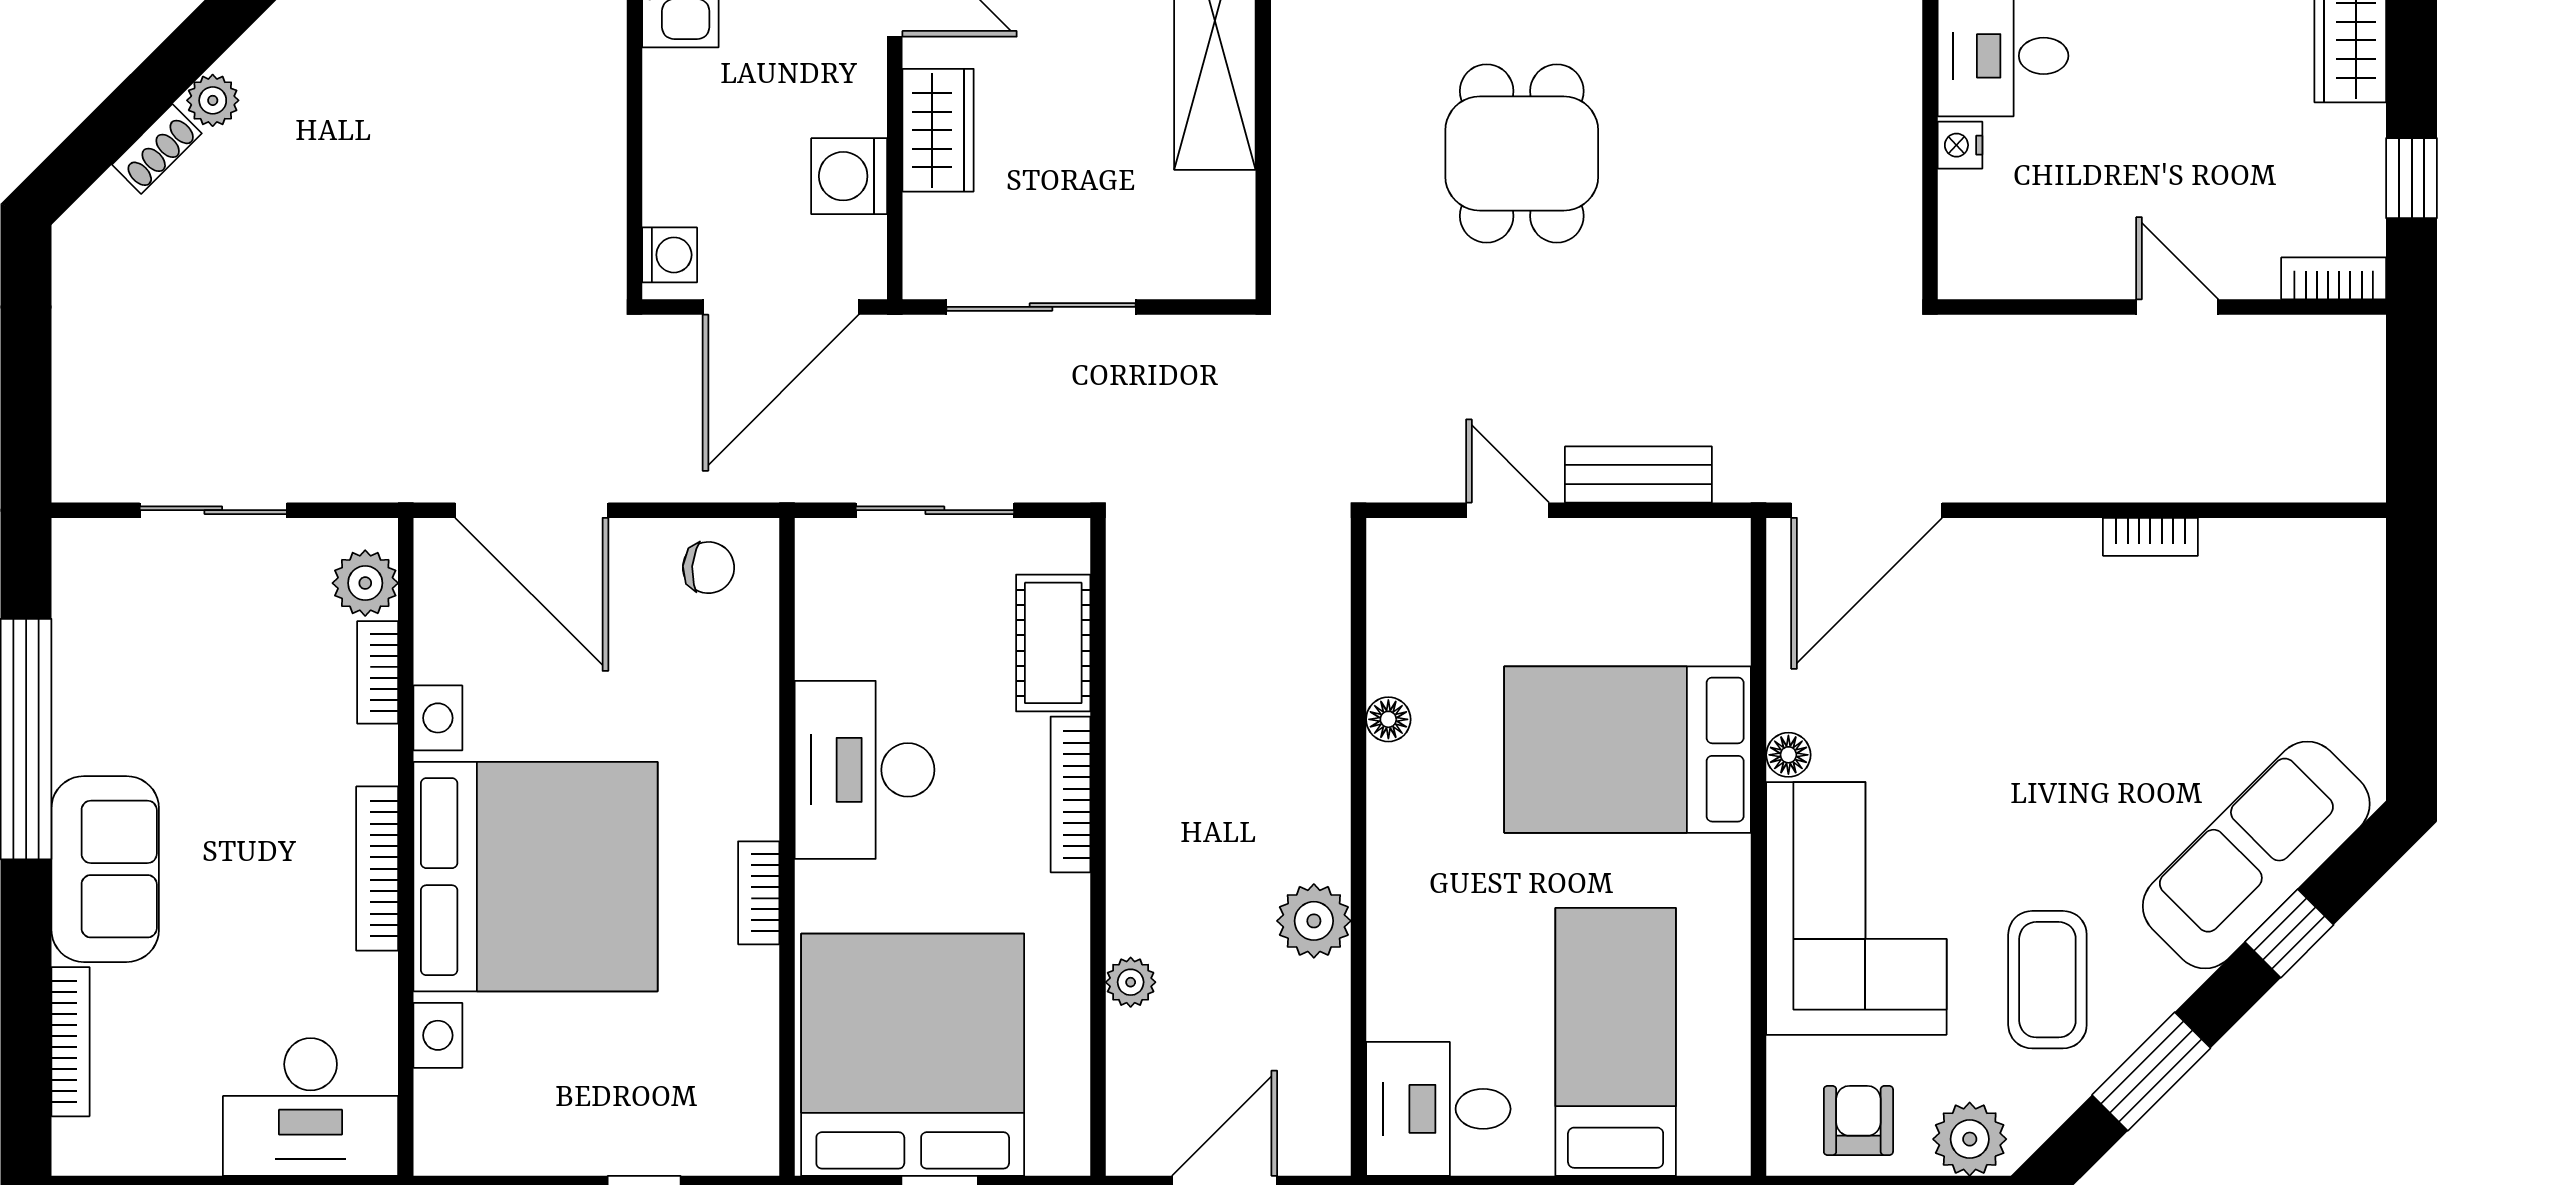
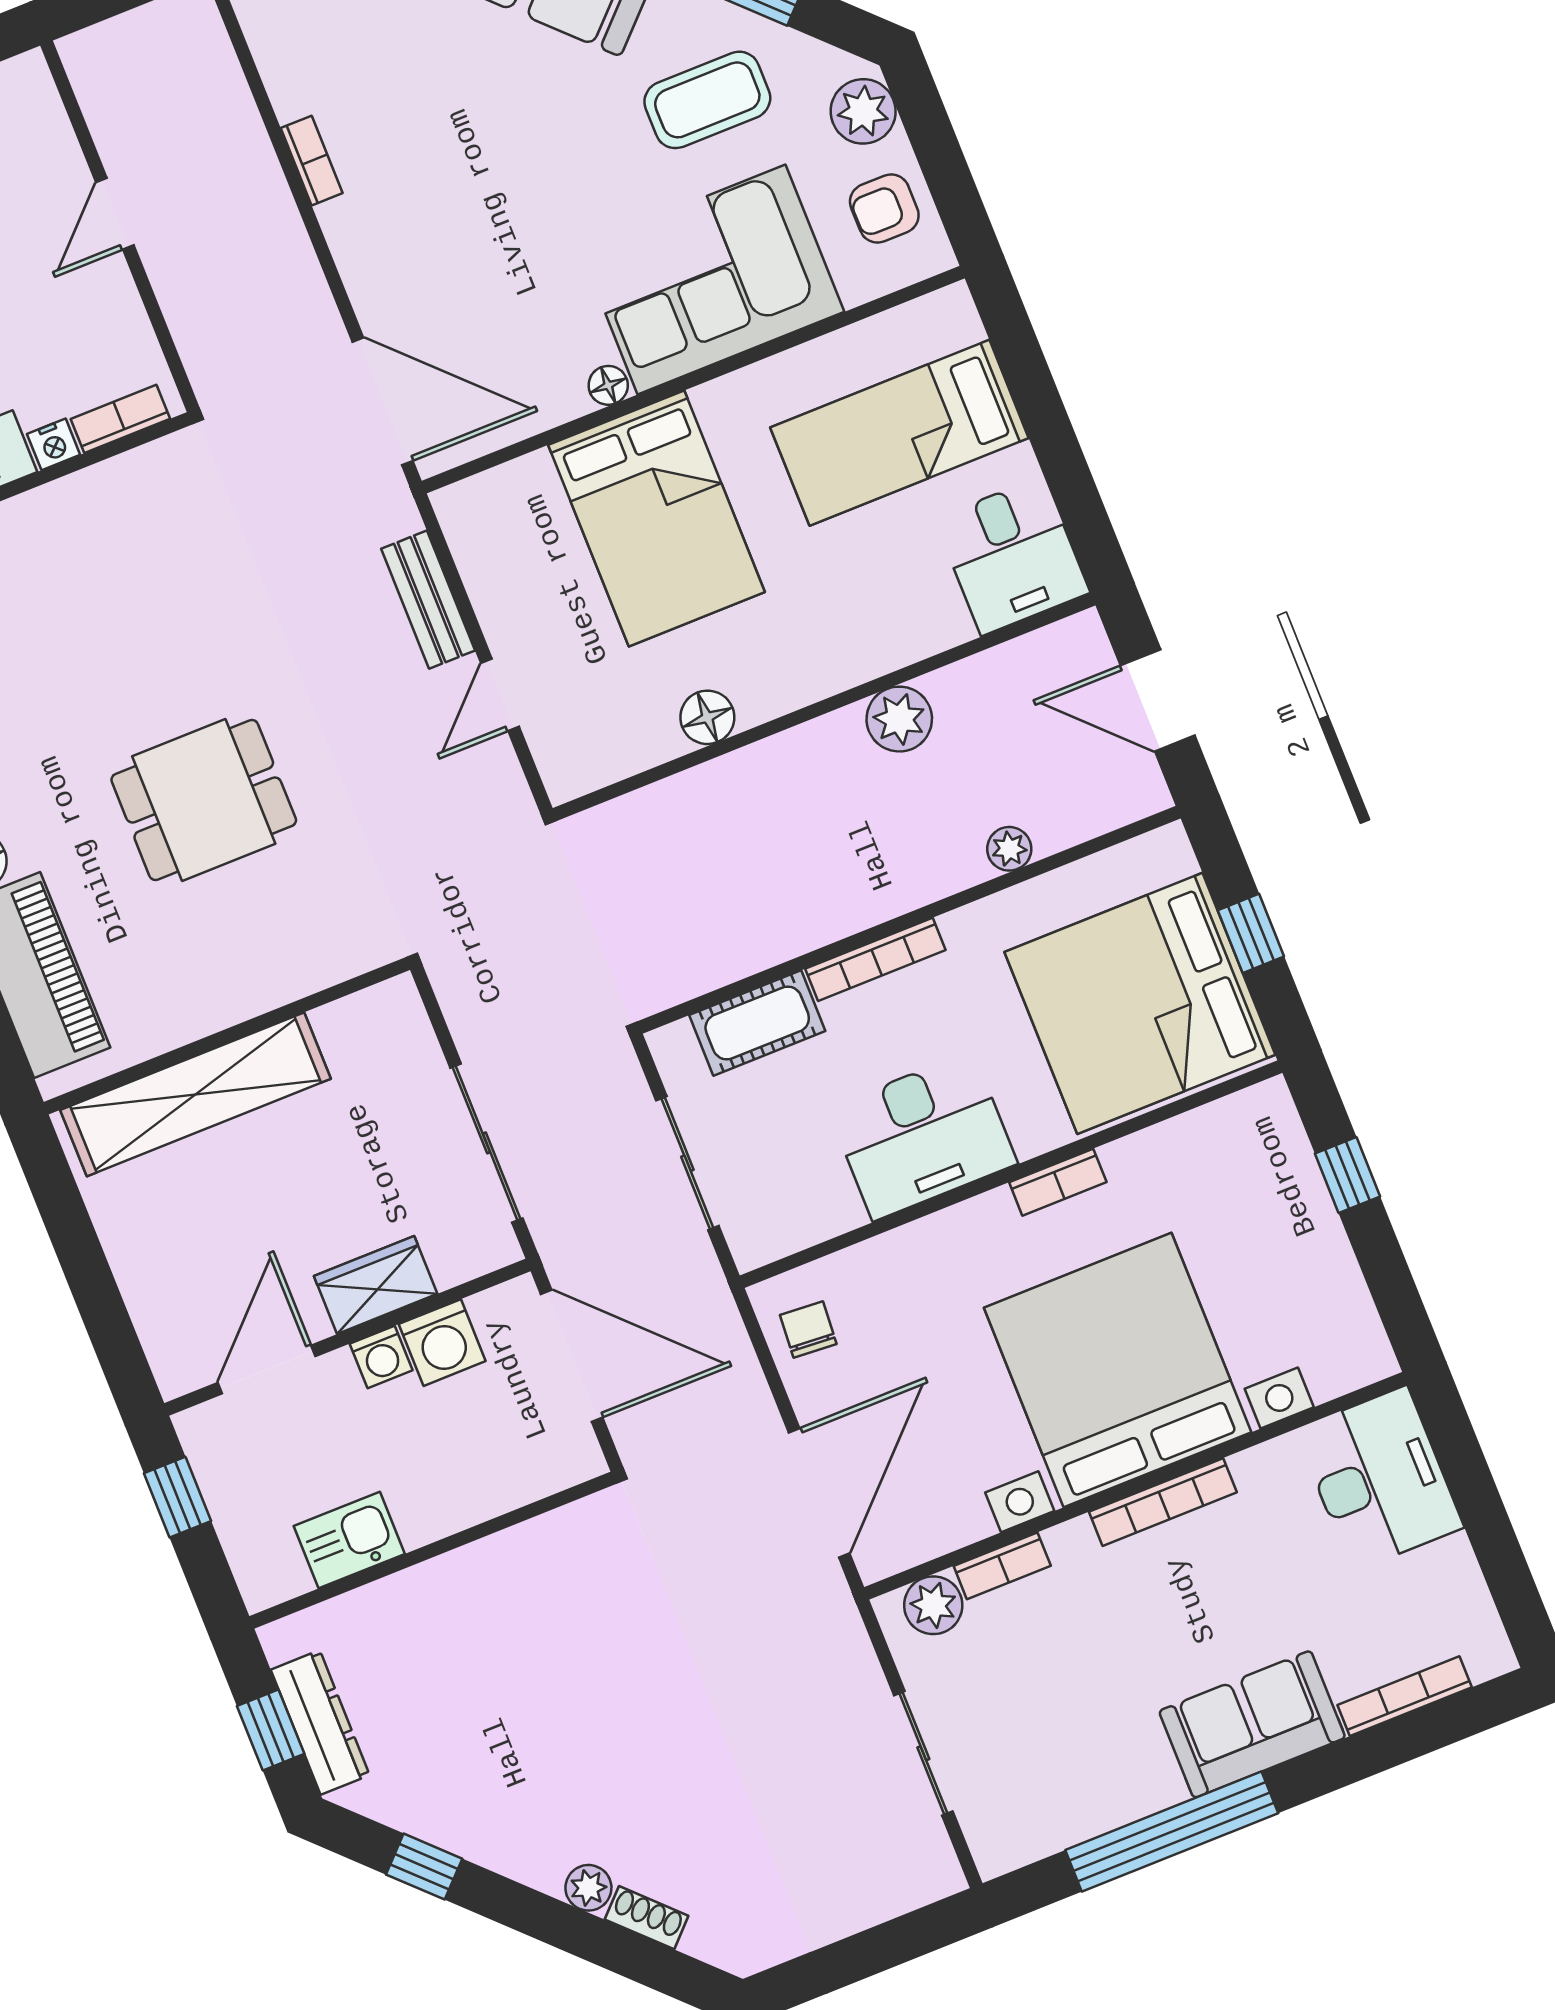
washing machine: (670, 255) -> (381, 1357), moved, turned 180
bookcase: (2334, 278) -> (120, 419), moved, turned 90
floor lamp: (1388, 719) -> (707, 717), width x1.37, depth x1.37

